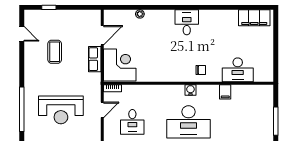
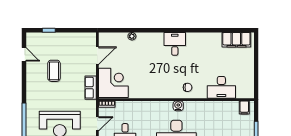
row of seats: (95, 59) -> (91, 88), moved
filing cabinet: (225, 92) -> (244, 107), moved

